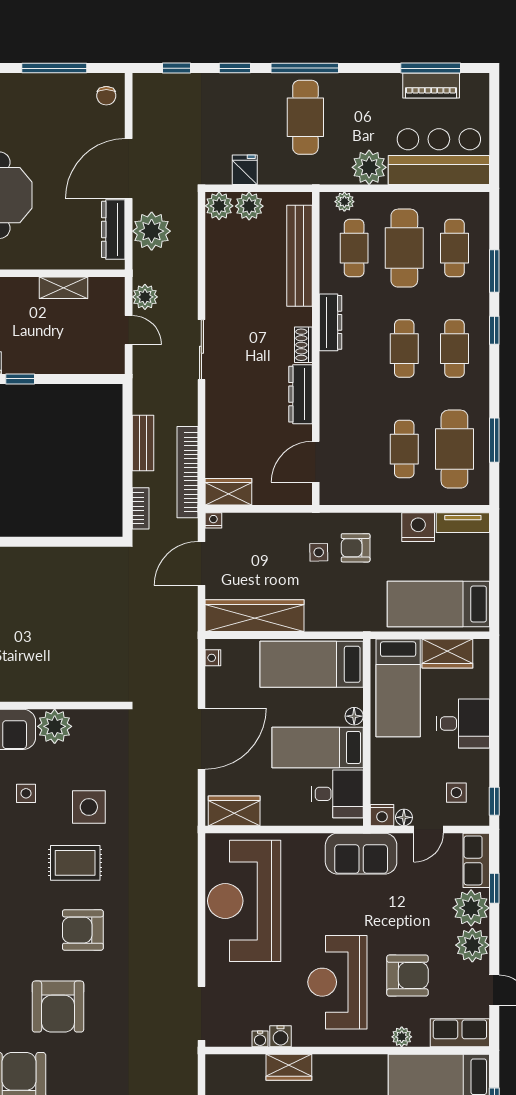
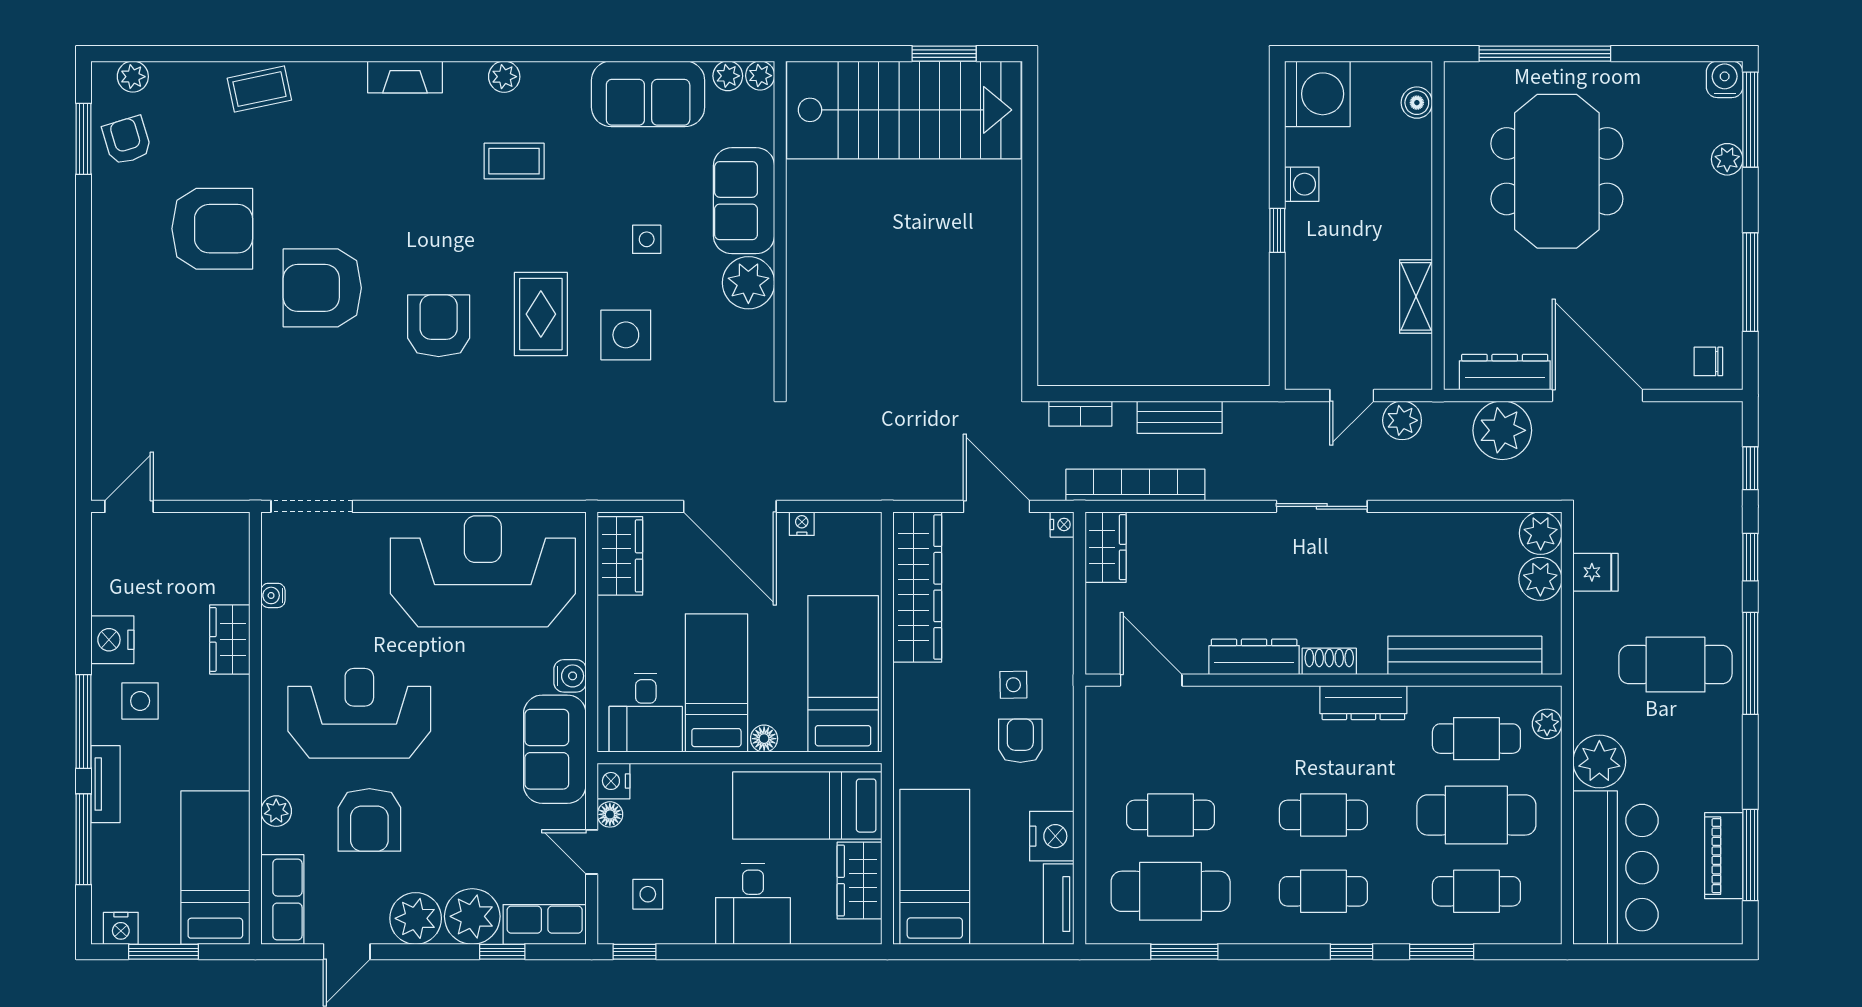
nightstand: (213, 658) -> (802, 524), moved
water cooler: (281, 1036) -> (570, 676), moved, turned 180

